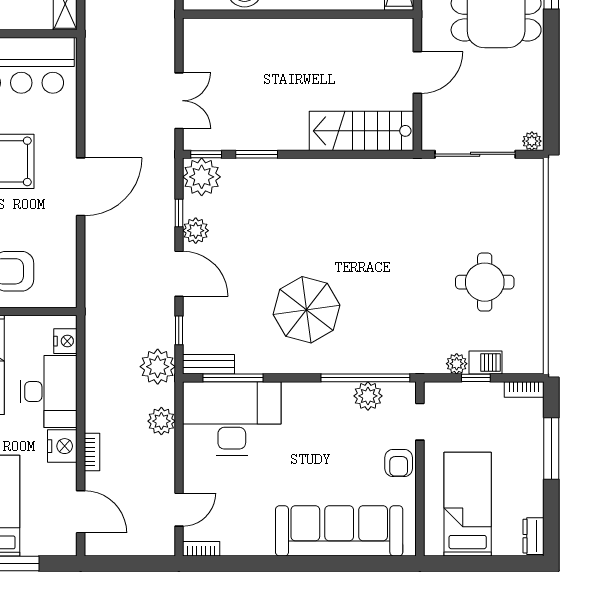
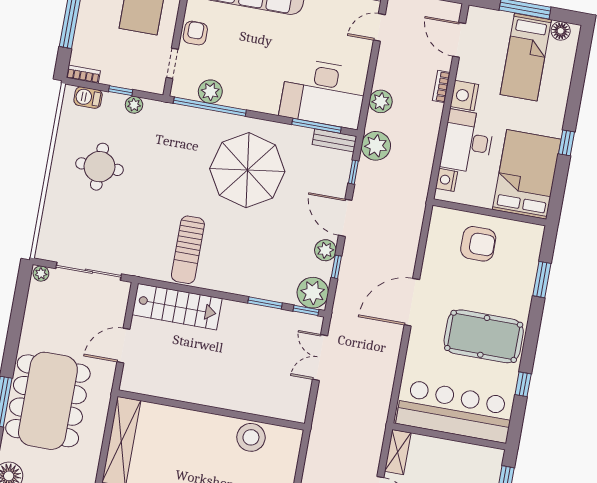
sun lounger: (361, 201) -> (188, 250), added
parasol: (307, 310) -> (247, 170), width x1.36, depth x1.36
barbecue: (486, 363) -> (88, 98), moved

